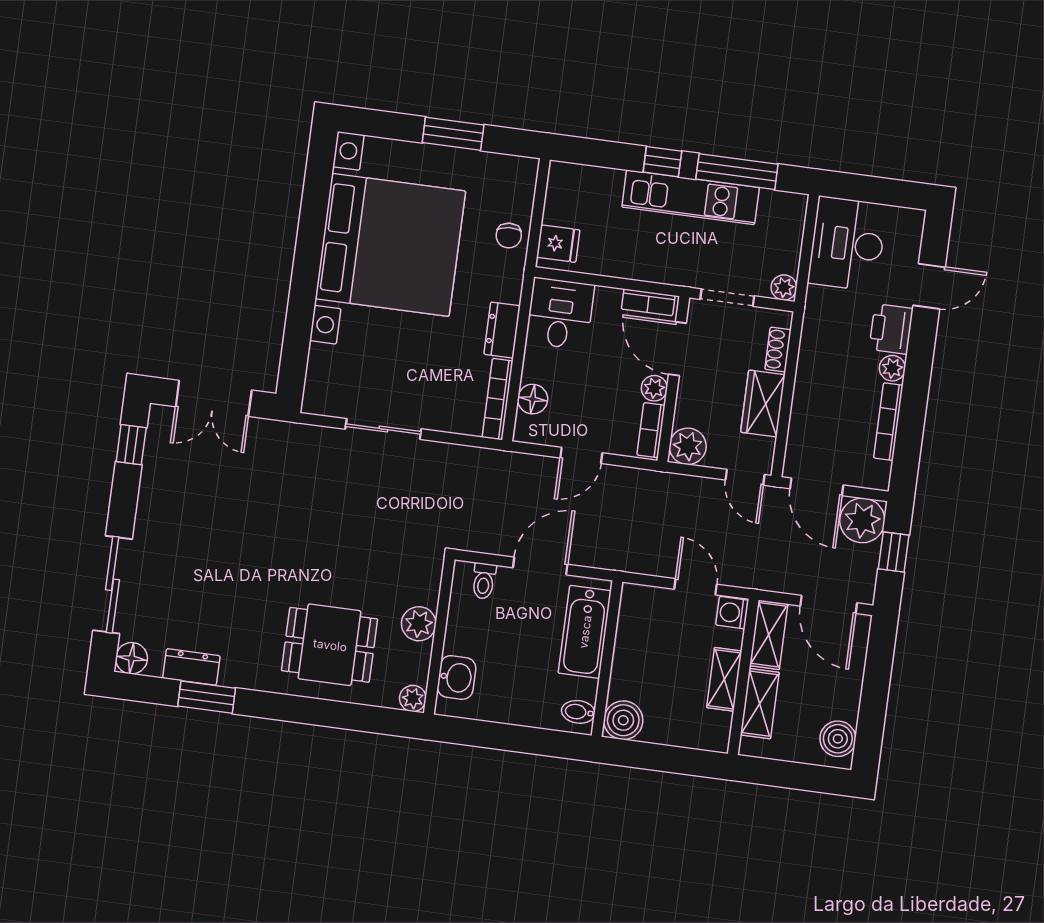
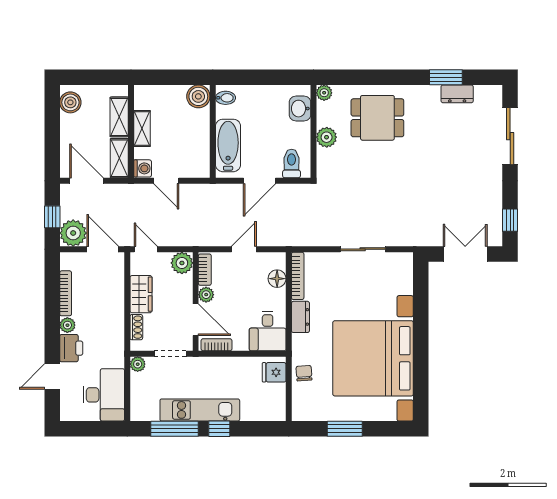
toilet: (484, 581) -> (292, 164), width x1.37, depth x1.39
floor lamp: (132, 658) -> (493, 94), removed

